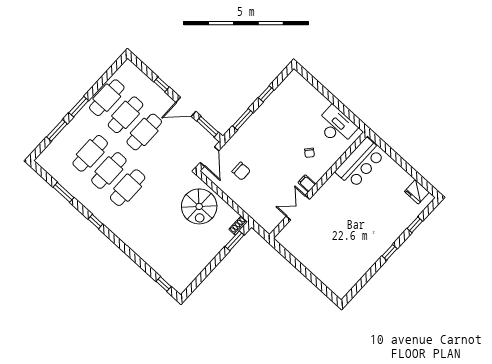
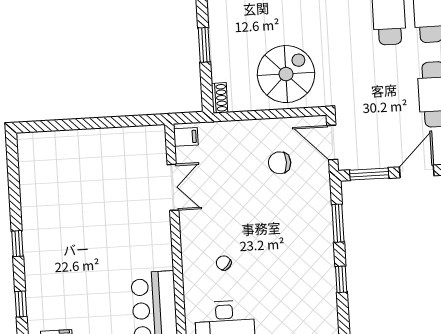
filing cabinet: (307, 183) -> (186, 137), moved
spiral stairs: (199, 206) -> (286, 74), turned 90
window: (235, 241) -> (204, 45), moved

